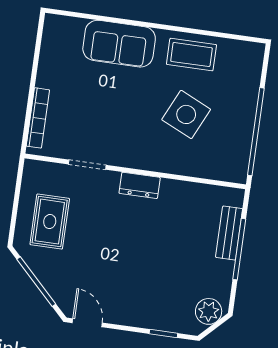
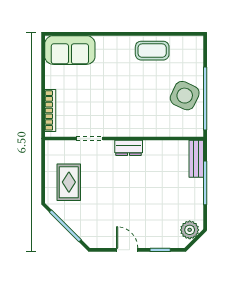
sofa: (119, 44) -> (70, 50), moved
side table: (186, 114) -> (185, 96), moved
bench: (229, 233) -> (196, 159), moved
door: (87, 323) -> (127, 250), moved

